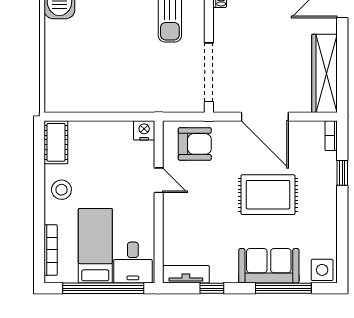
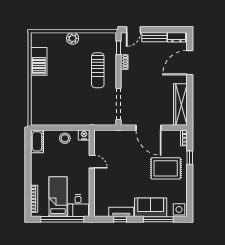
armchair: (195, 144) -> (111, 142), removed
stool: (61, 190) -> (65, 138), moved
rug: (268, 195) -> (166, 168), moved
tv unit: (186, 274) -> (121, 212), moved

